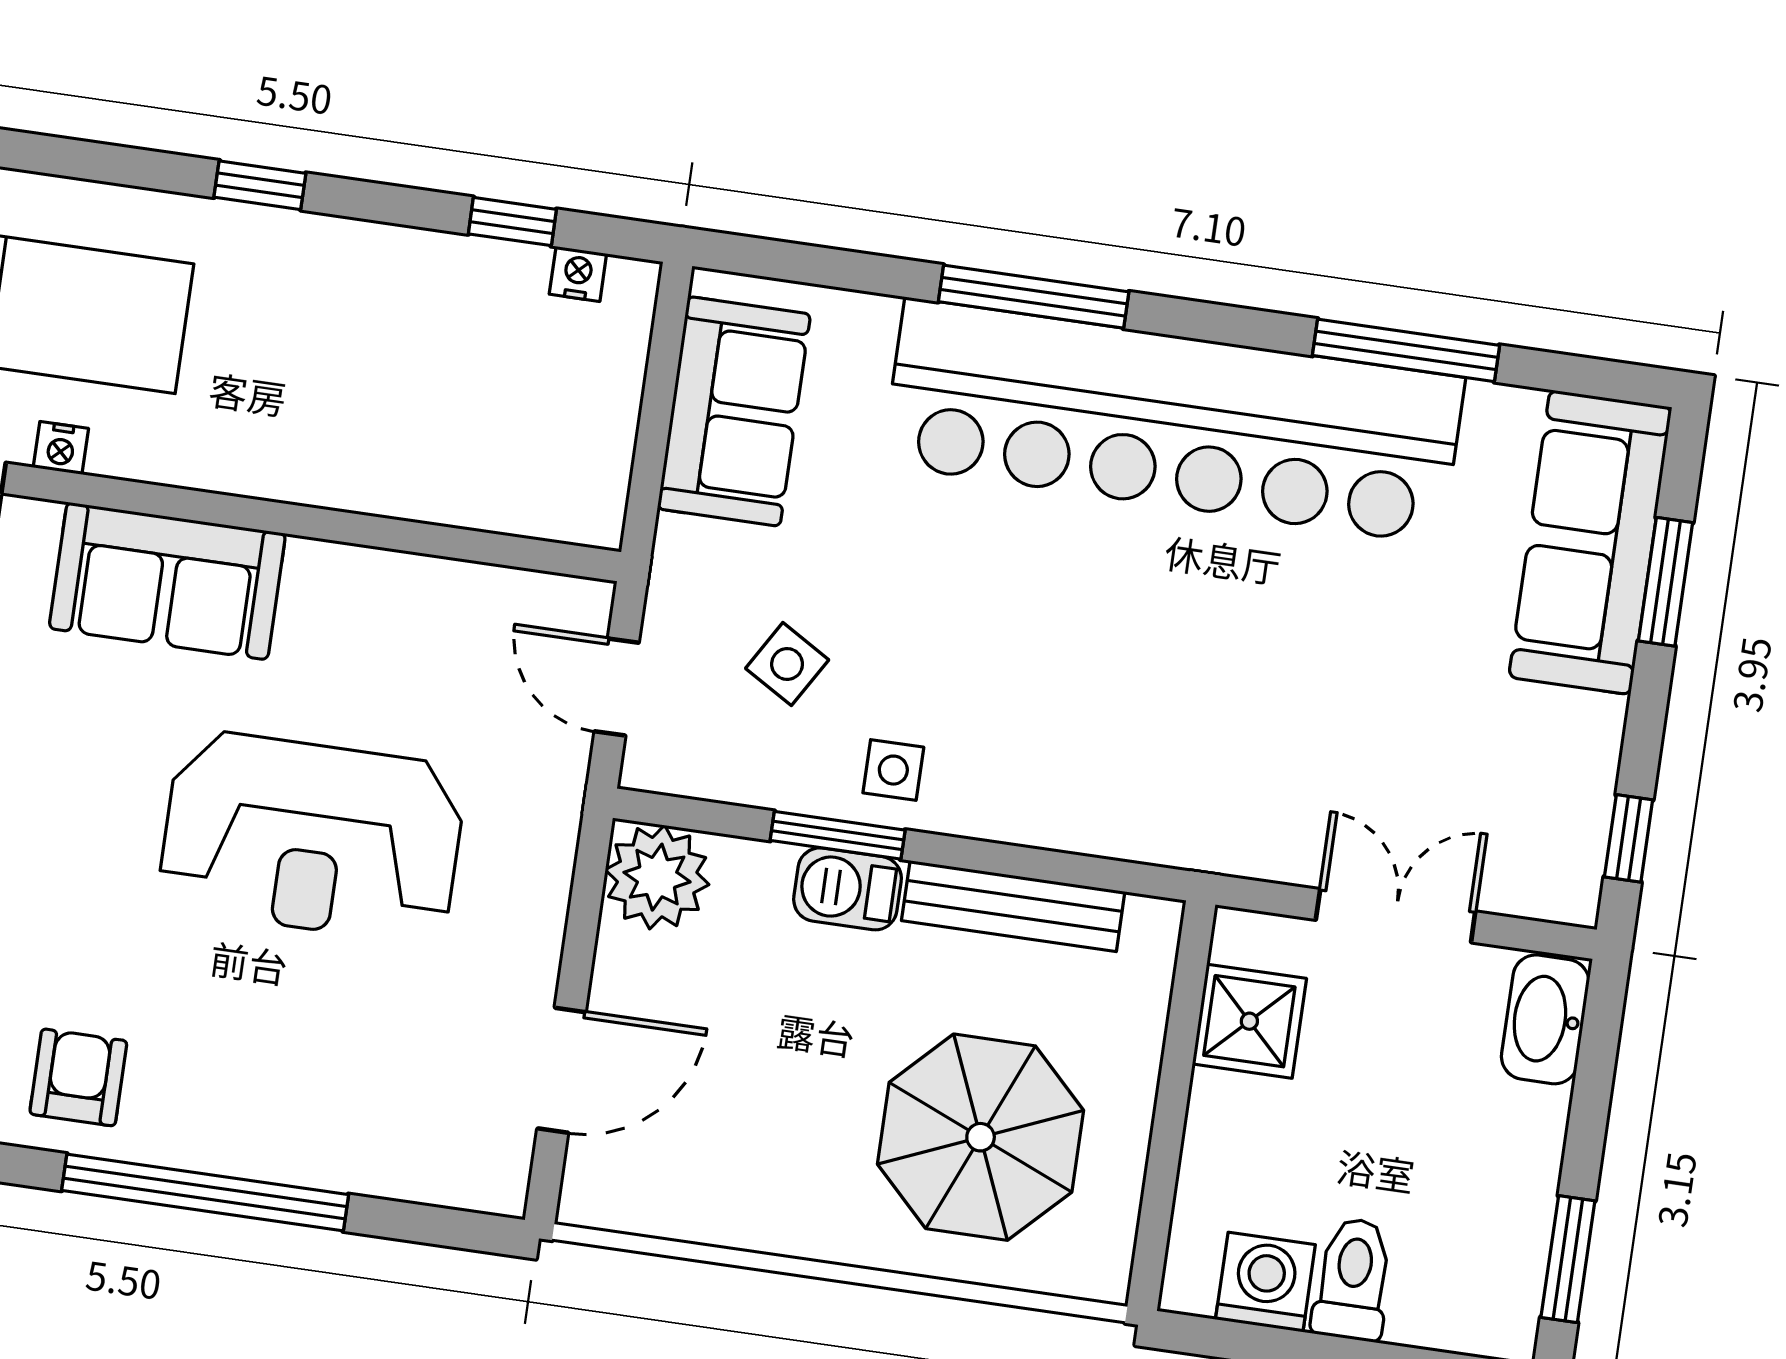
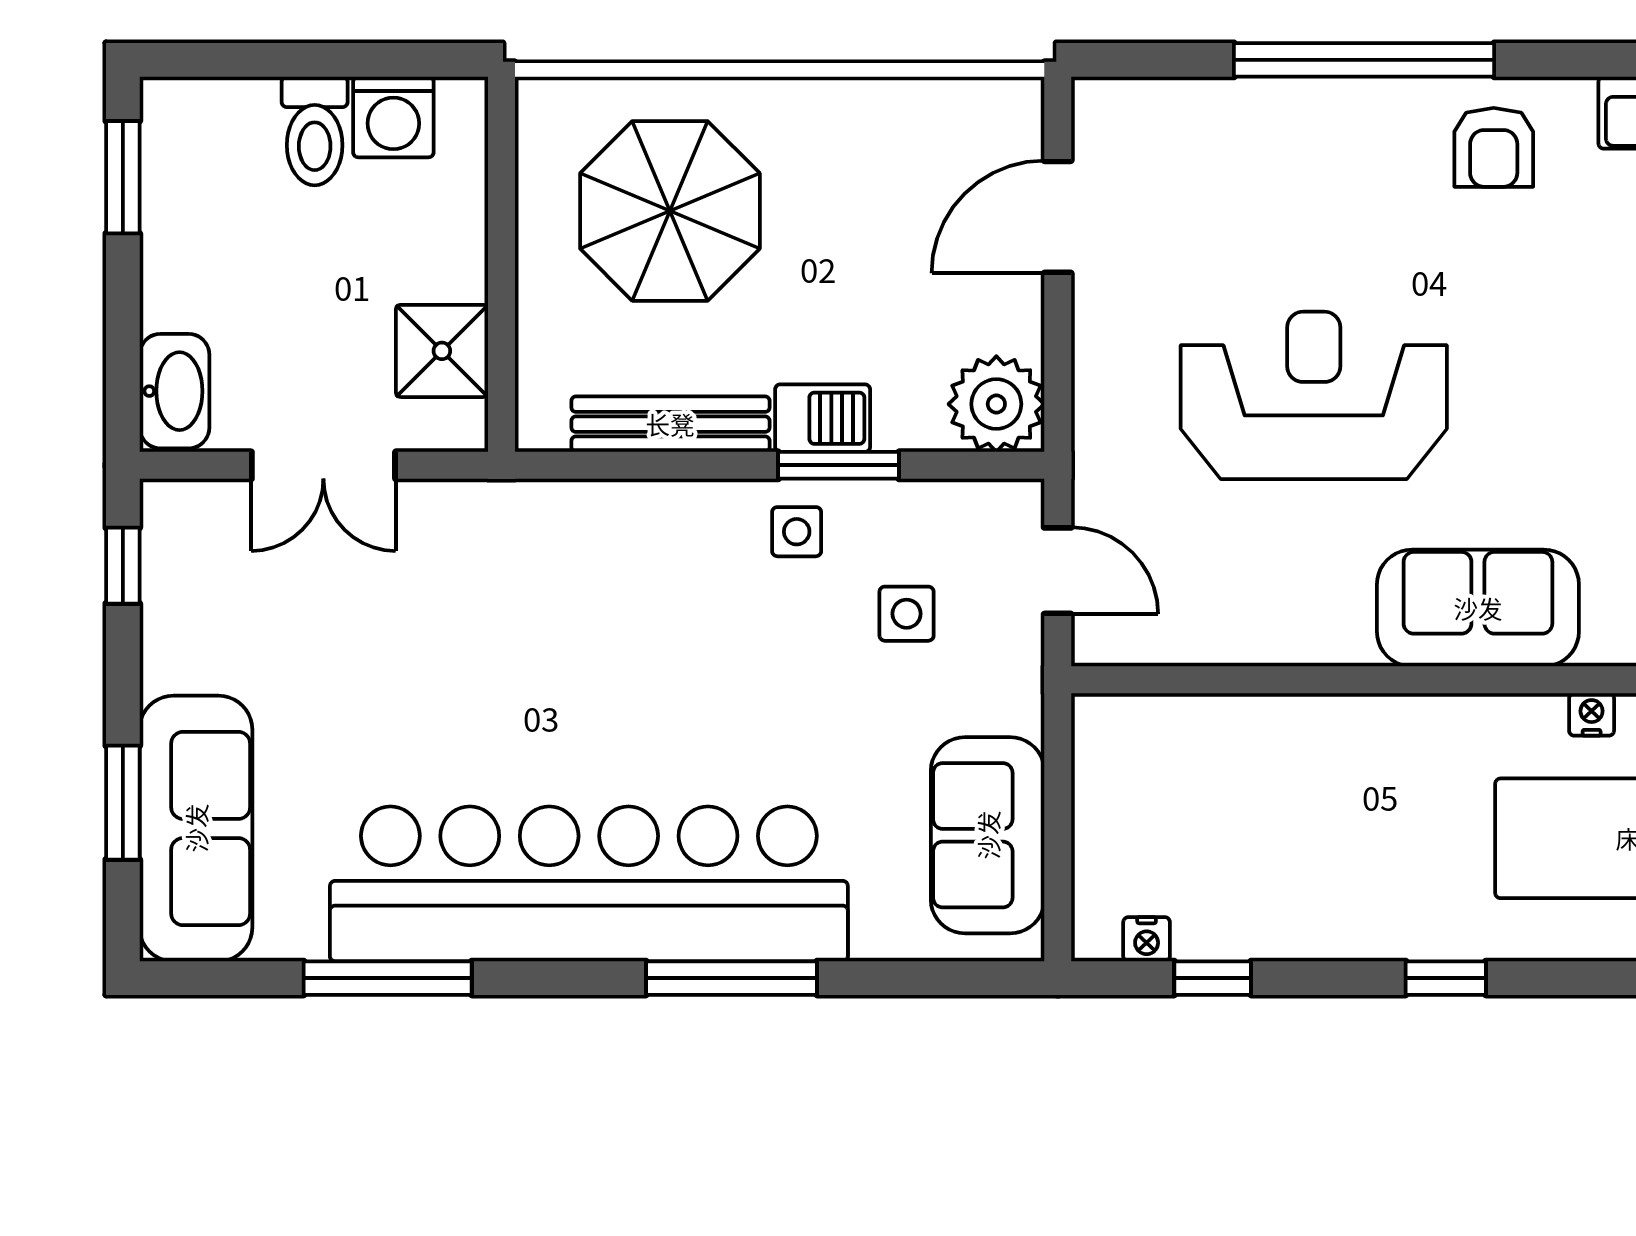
side table: (787, 664) -> (907, 614), turned -31

